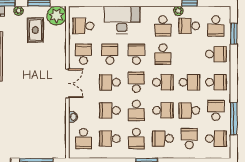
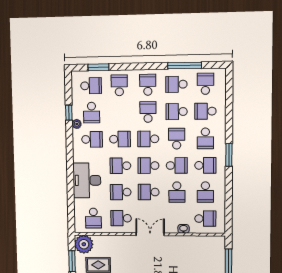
school desk: (110, 82) -> (149, 192), turned 90
school desk: (163, 82) -> (148, 139), turned -90
school desk: (189, 110) -> (177, 112), turned 90

